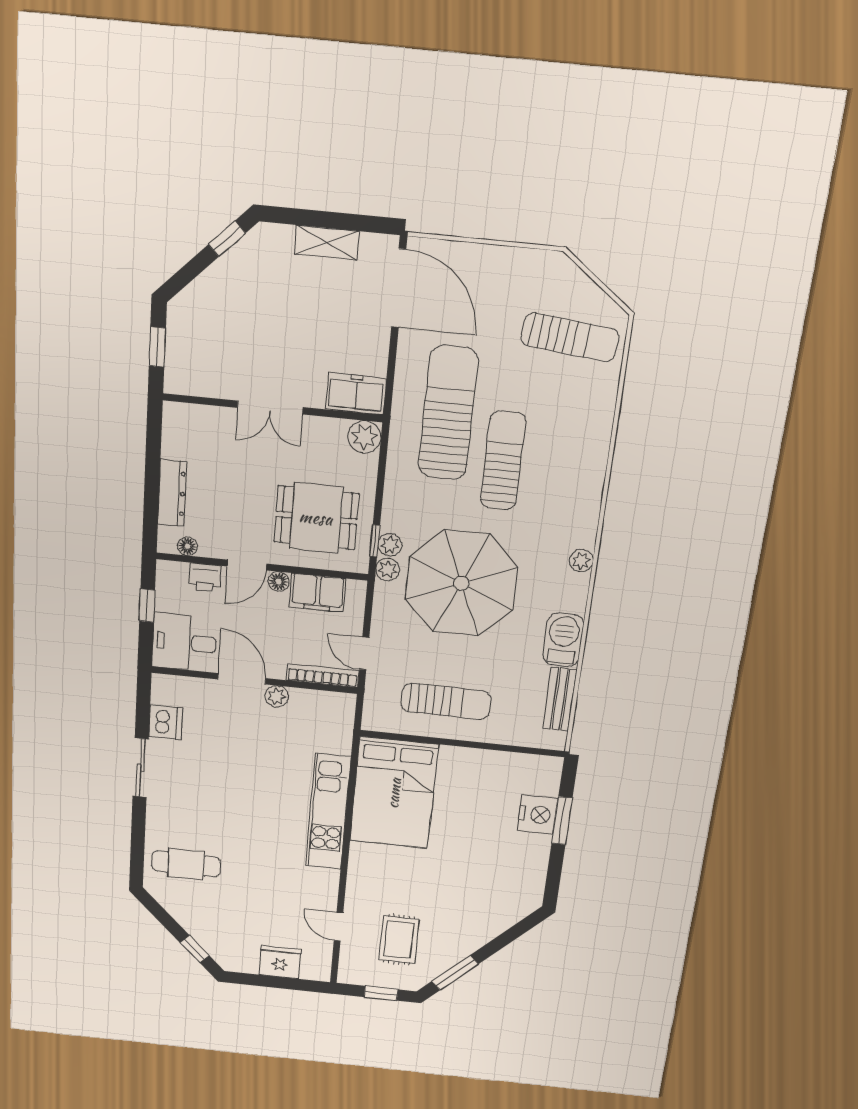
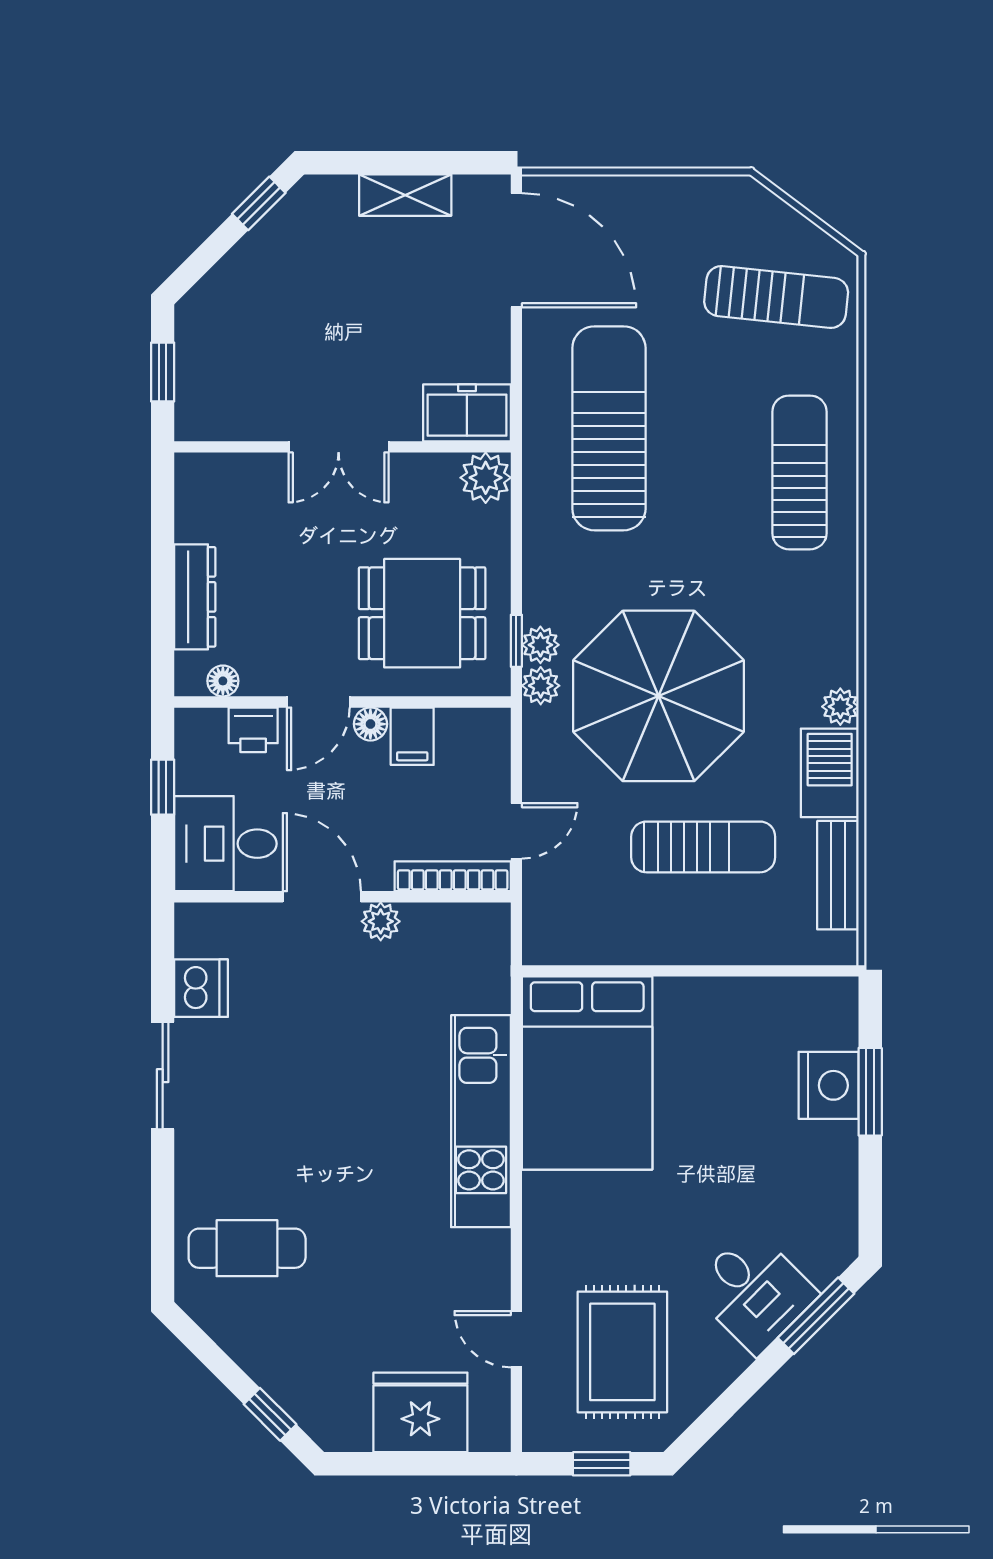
sun lounger: (503, 461) -> (799, 472), moved
plant: (581, 561) -> (840, 707), moved
filing cabinet: (318, 593) -> (412, 736), width x0.50
door: (364, 653) -> (516, 831), swing flipped
sun lounger: (446, 701) -> (703, 847), moved
desk: (479, 917) -> (754, 1291), added
rug: (399, 940) -> (622, 1352), width x1.36, depth x1.43
fridge: (280, 962) -> (420, 1412), width x1.36, depth x1.34
window: (455, 973) -> (816, 1316), moved

